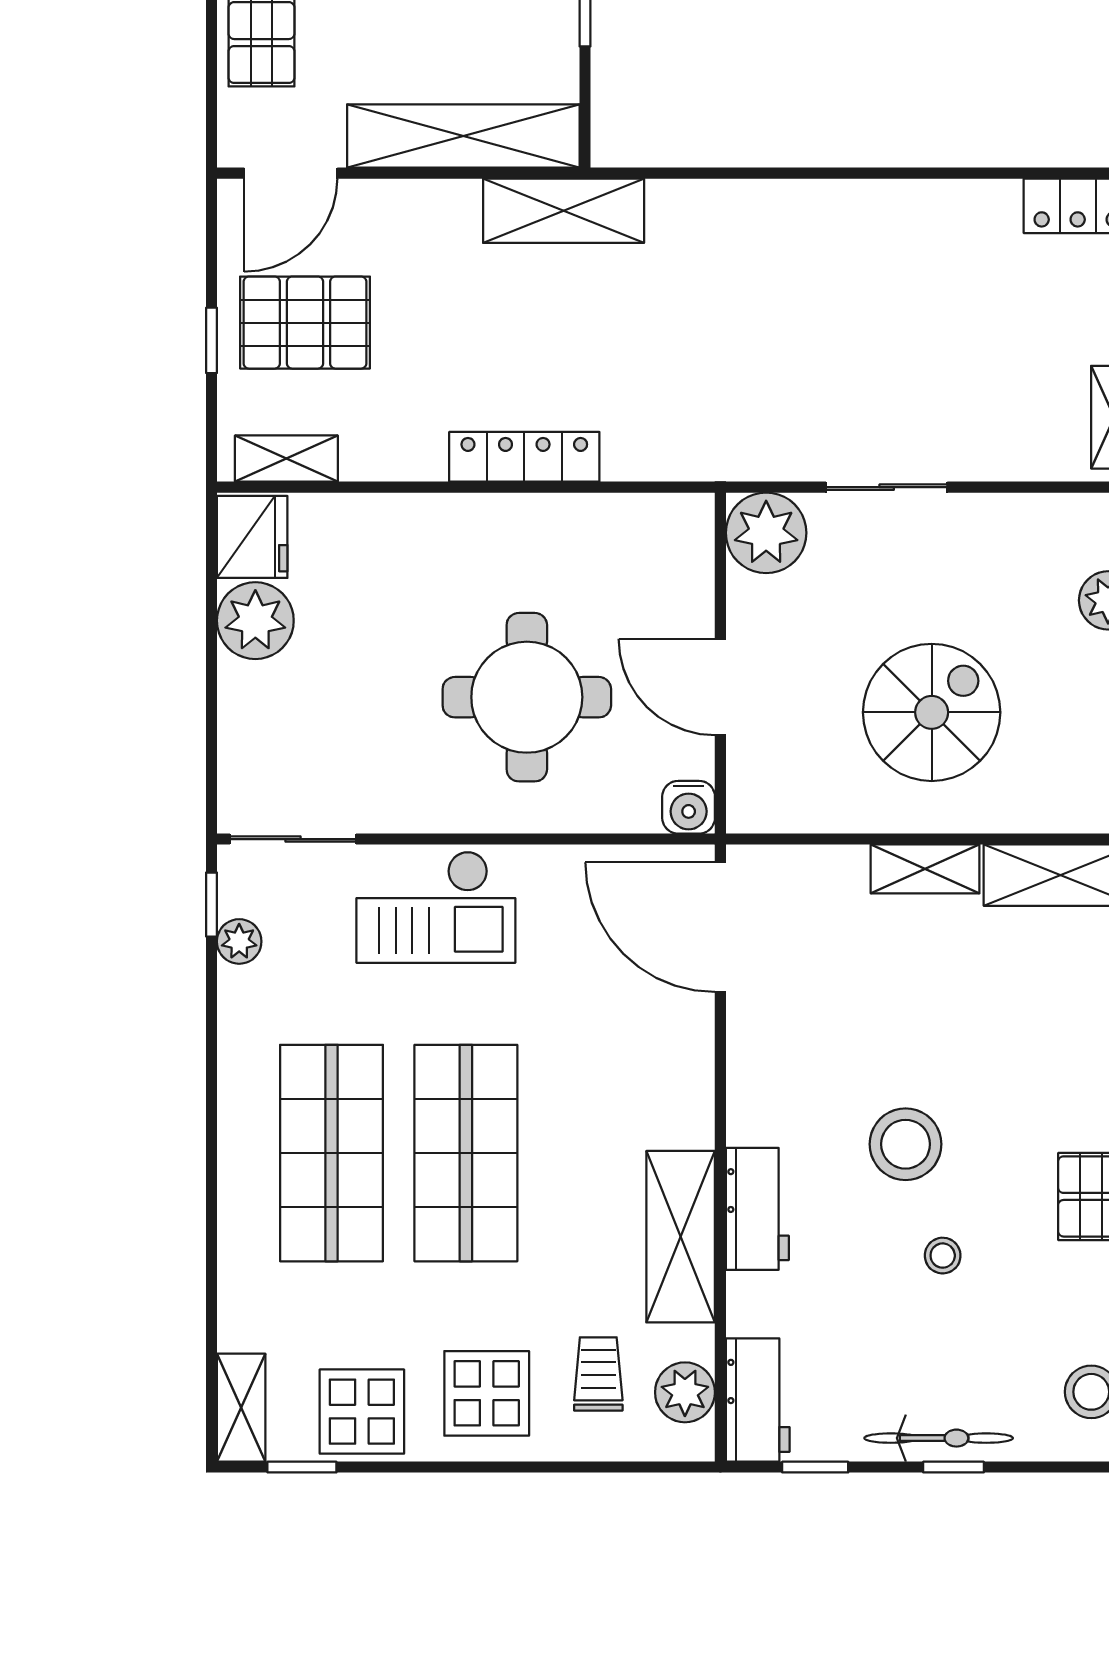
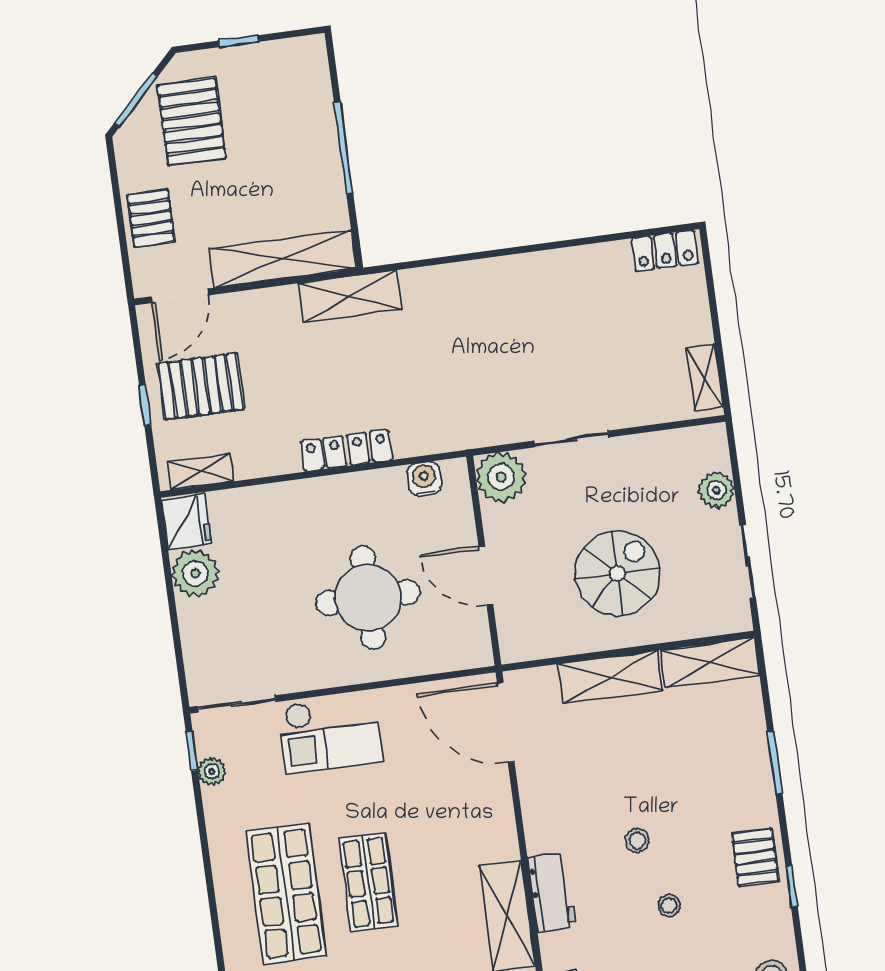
water cooler: (689, 807) -> (424, 479), moved, turned 180
shelving: (925, 869) -> (610, 677), width x1.50, depth x1.33
stool: (906, 1144) -> (637, 840), width x0.53, depth x0.53
shop shelf: (466, 1153) -> (368, 882), width x0.70, depth x0.74

